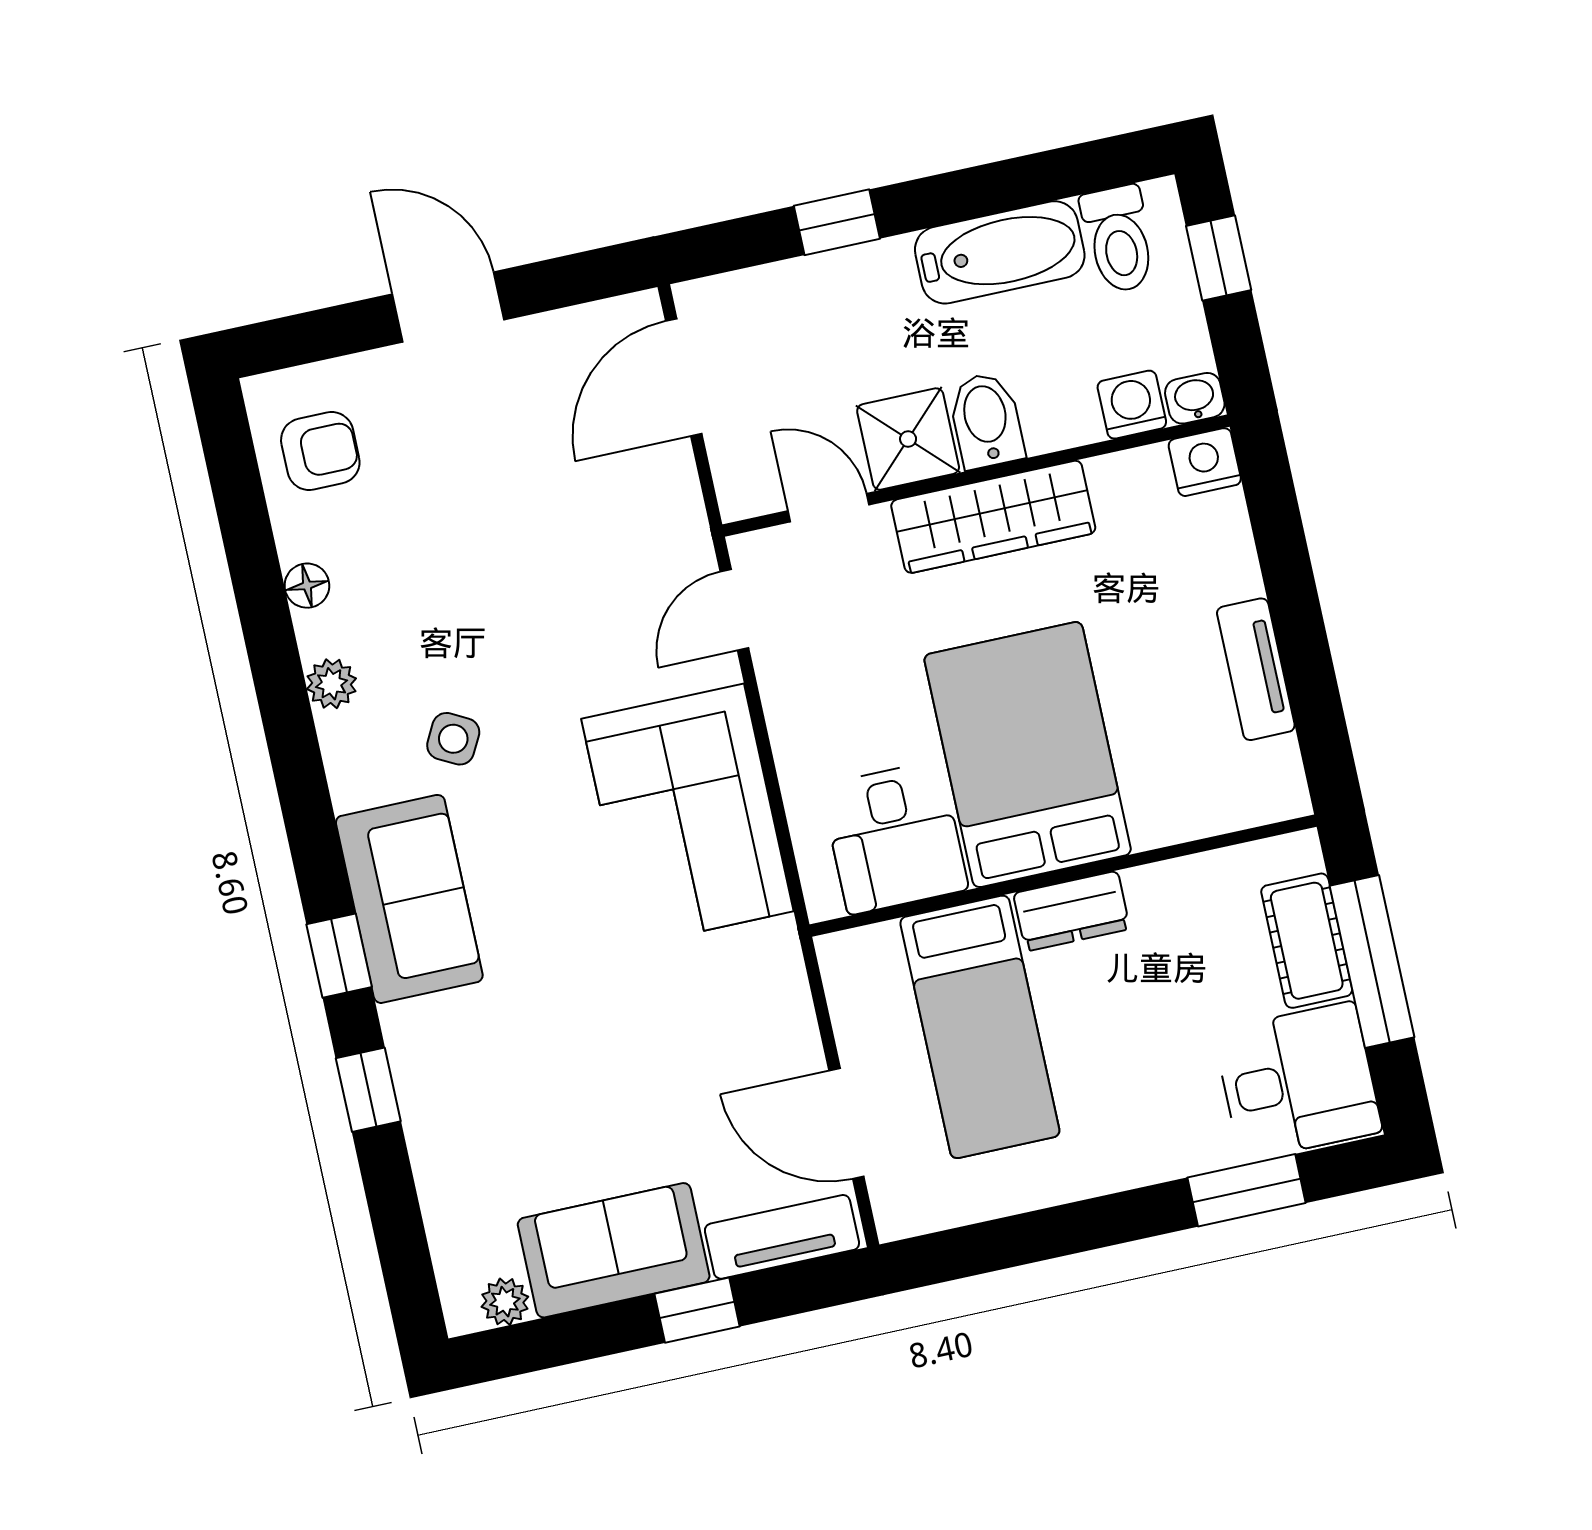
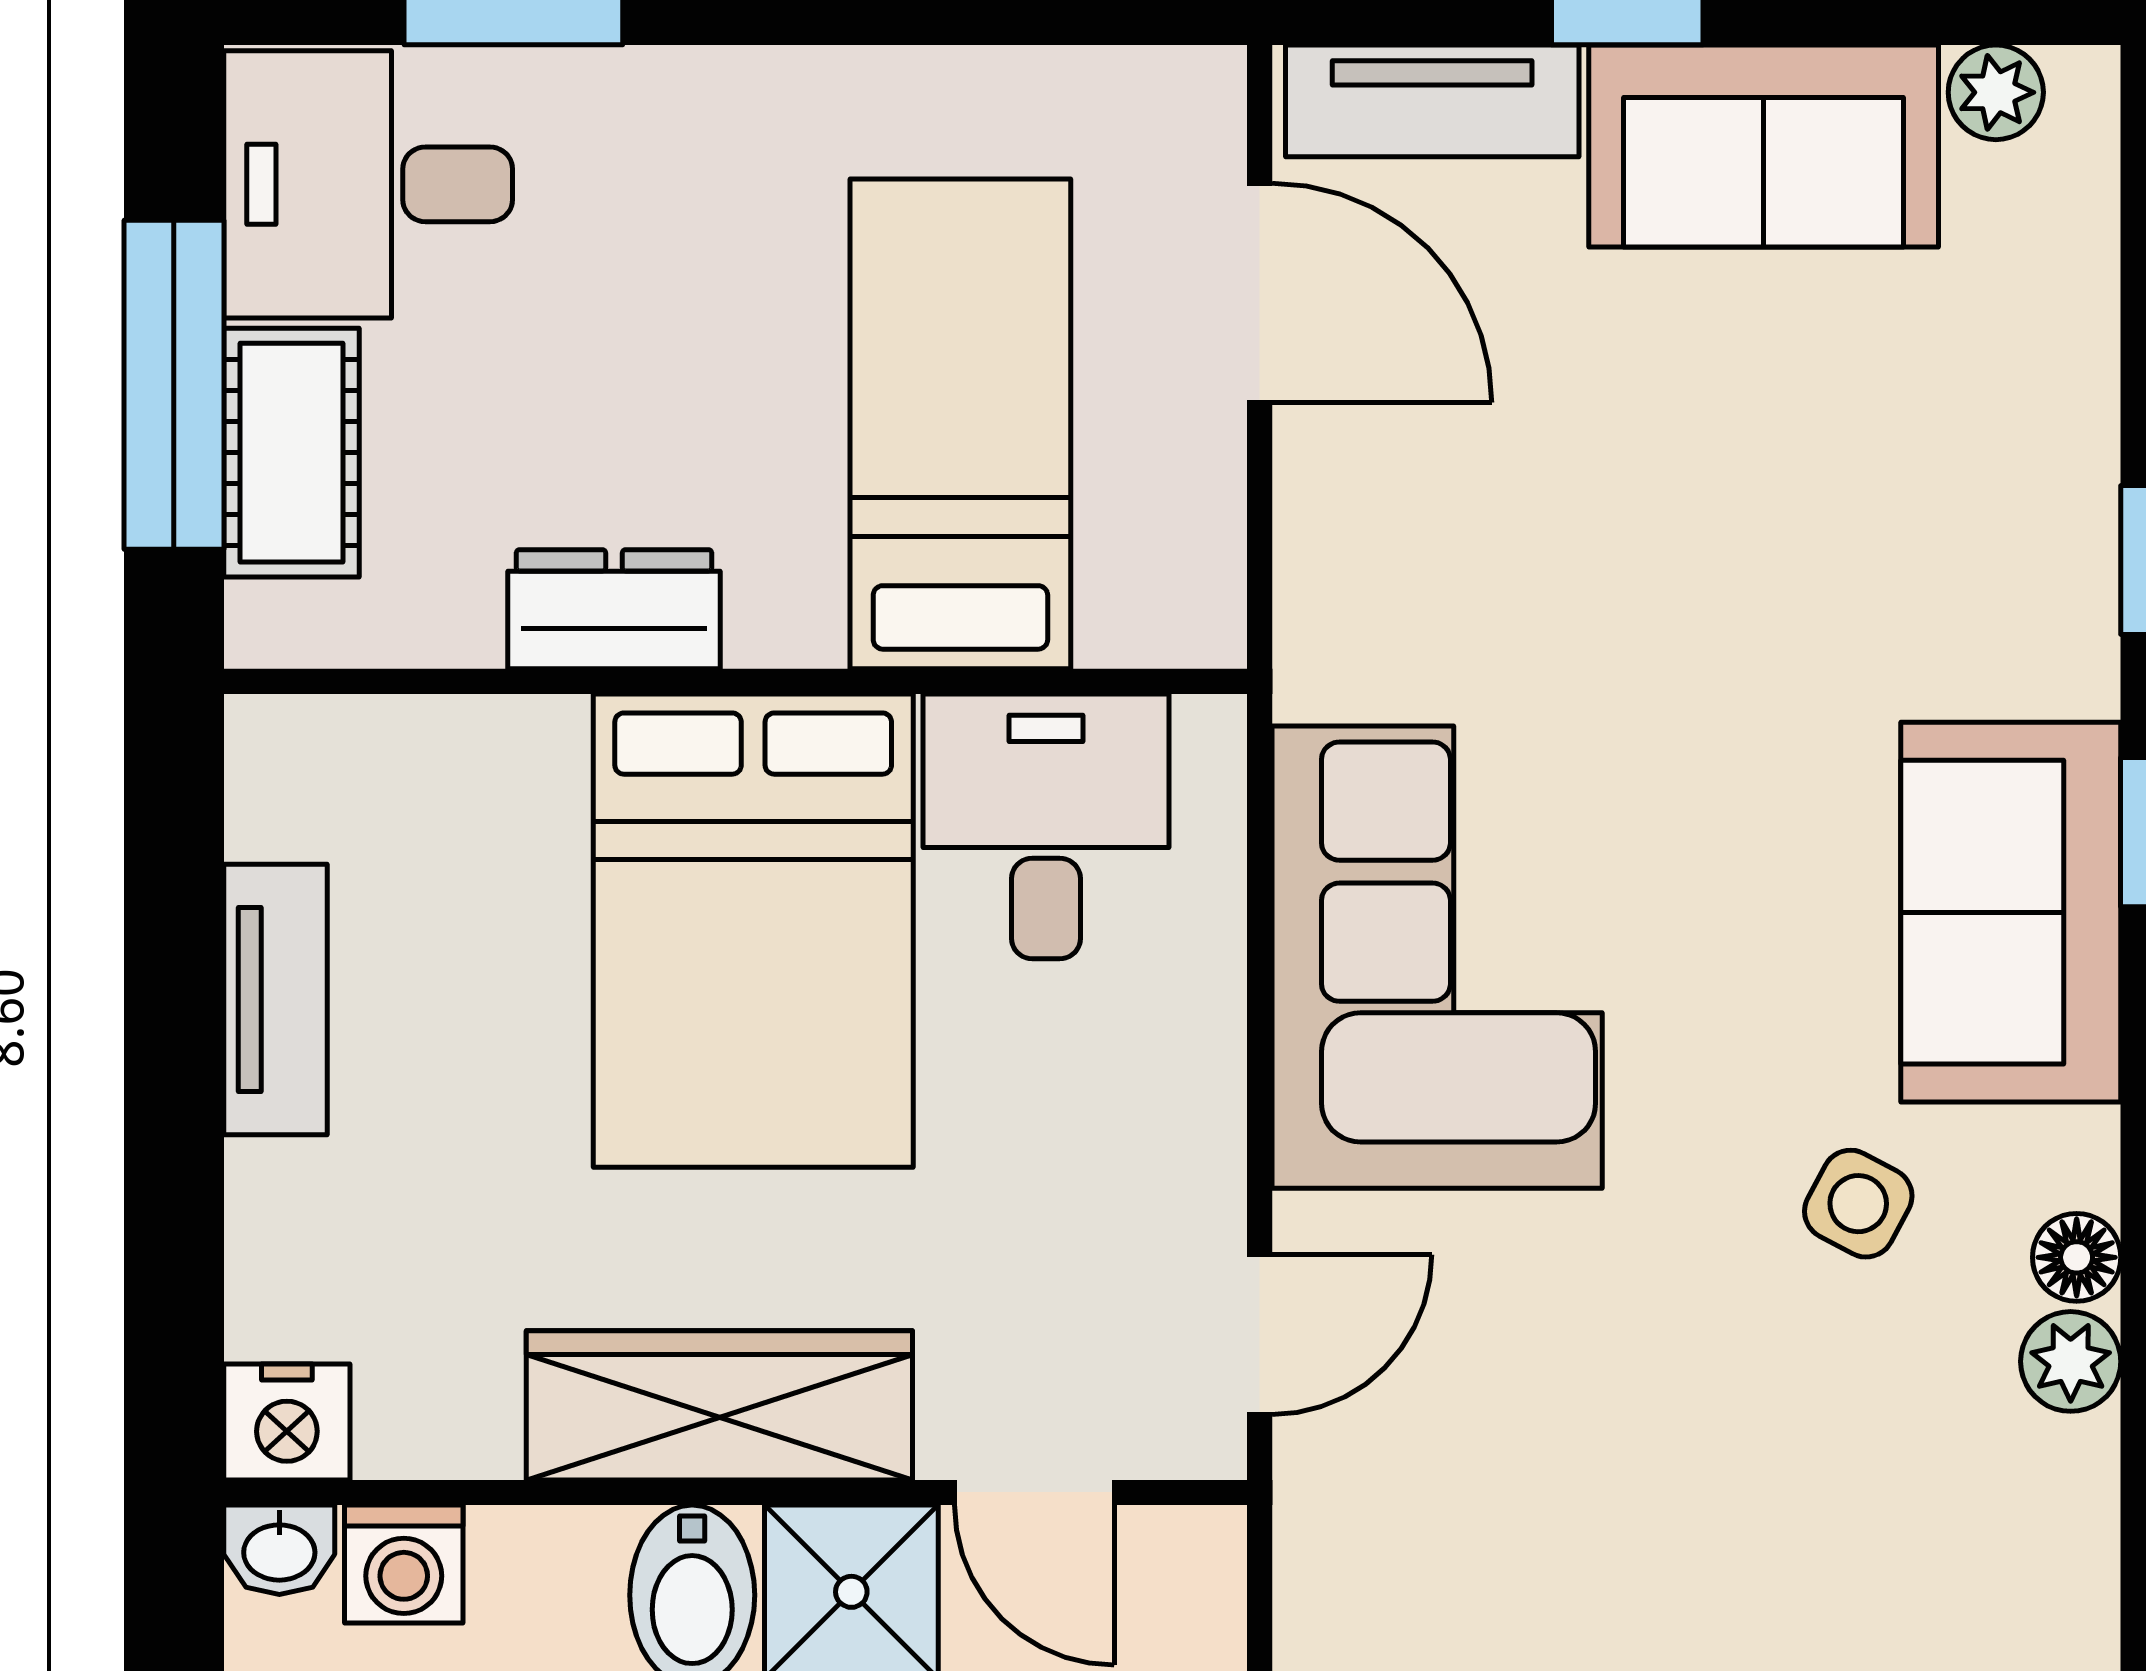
floor lamp: (307, 586) -> (2077, 1257), moved
dresser: (1072, 911) -> (614, 609), moved

